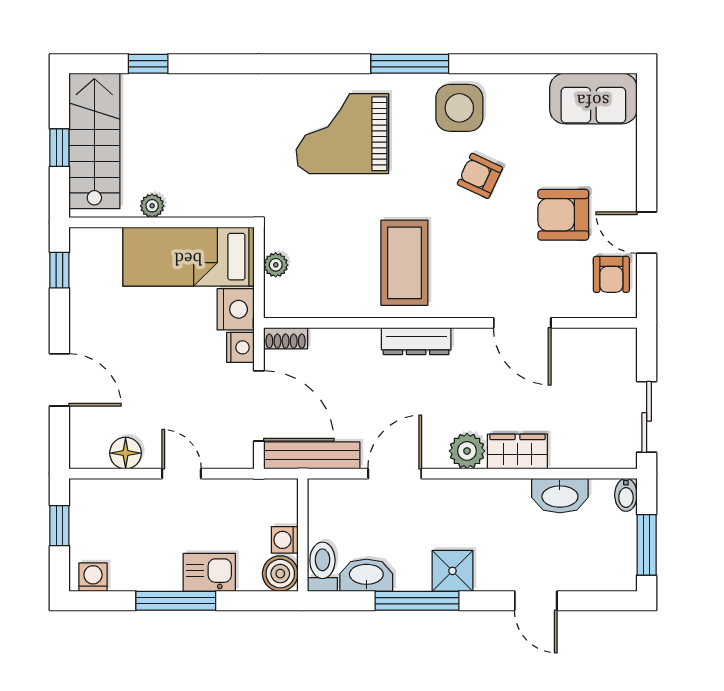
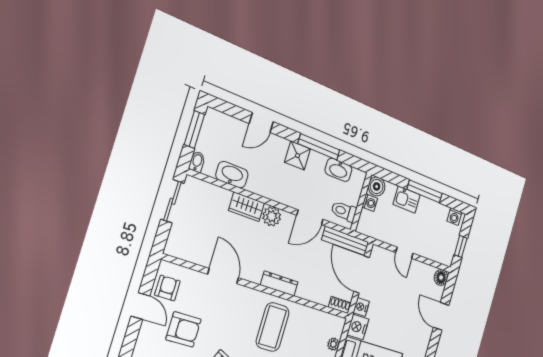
floor lamp: (126, 453) -> (441, 277), moved
toilet: (322, 567) -> (344, 211), moved, turned 90
door: (536, 601) -> (261, 123), swing flipped

